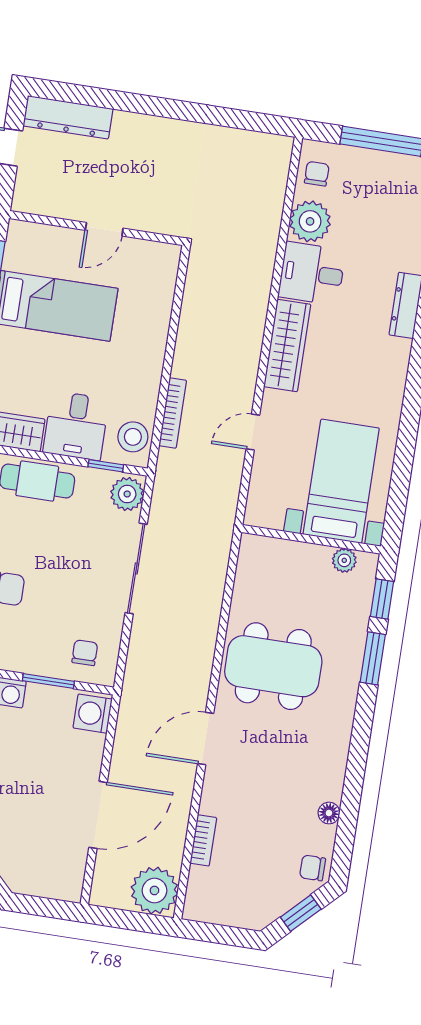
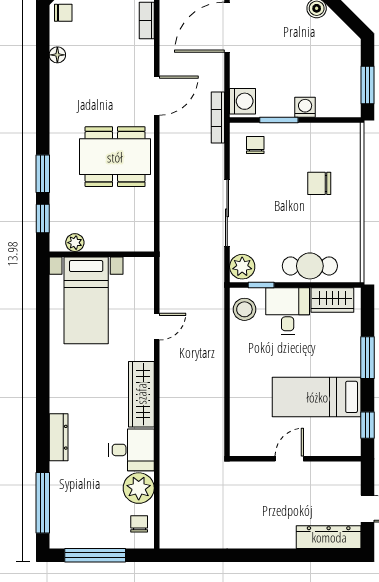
chair: (317, 174) -> (139, 524), turned 180
bookcase: (173, 413) -> (218, 118), moved
chair: (85, 653) -> (255, 145), turned 180

